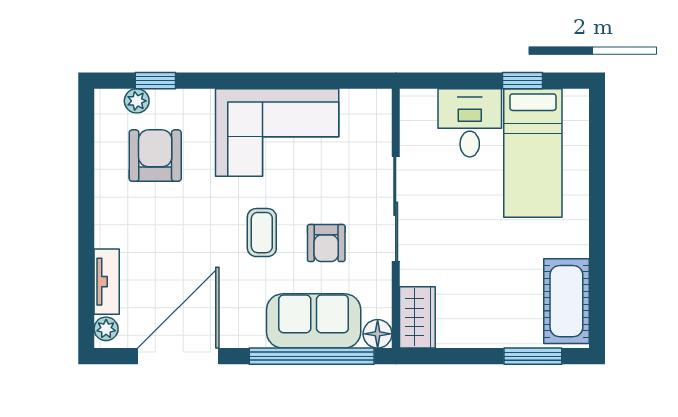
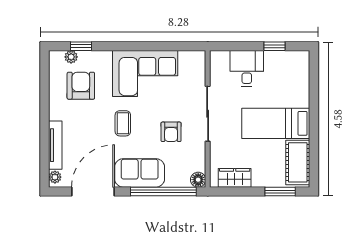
bed: (533, 153) -> (276, 123), moved, turned 90
coffee table: (262, 233) -> (123, 123), moved
tv unit: (107, 282) -> (55, 145), width x1.41
wardrobe: (417, 317) -> (235, 178), moved, turned -90
sofa: (314, 321) -> (140, 173), moved

